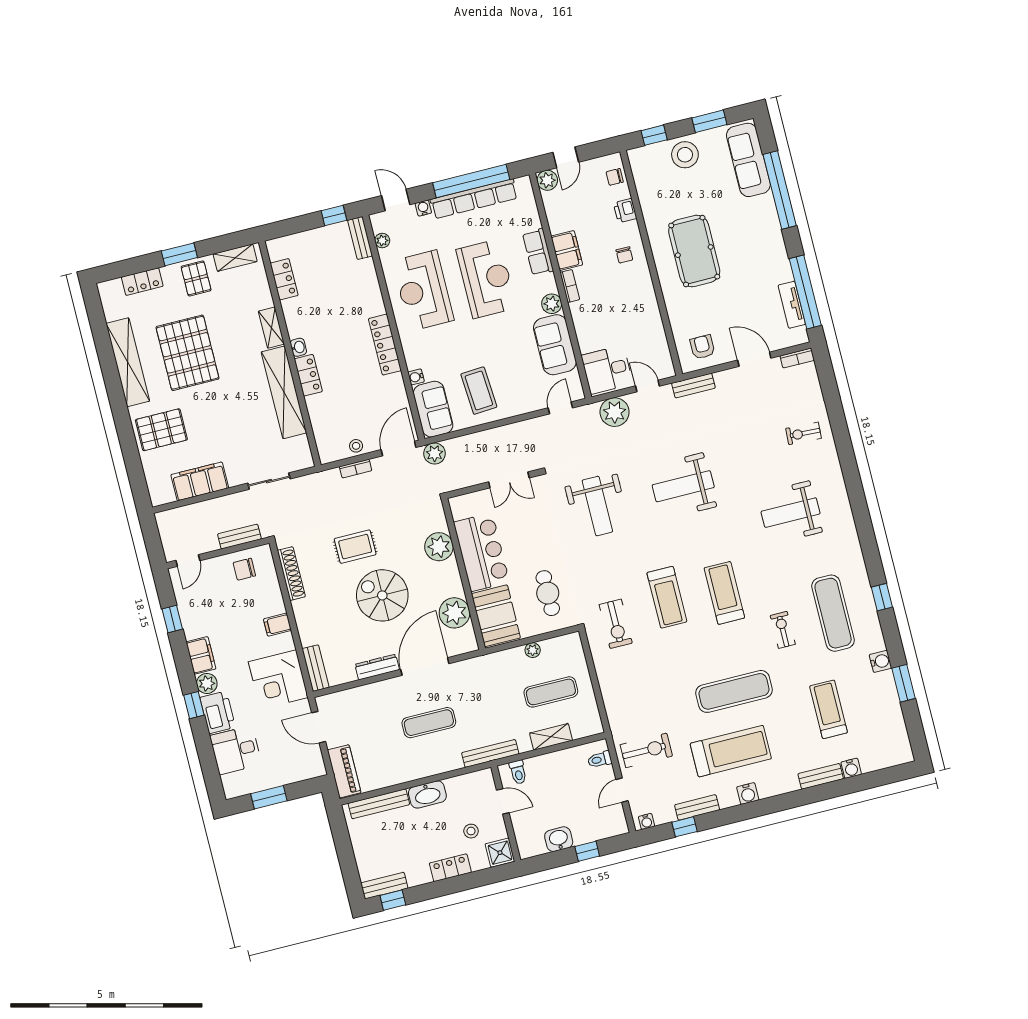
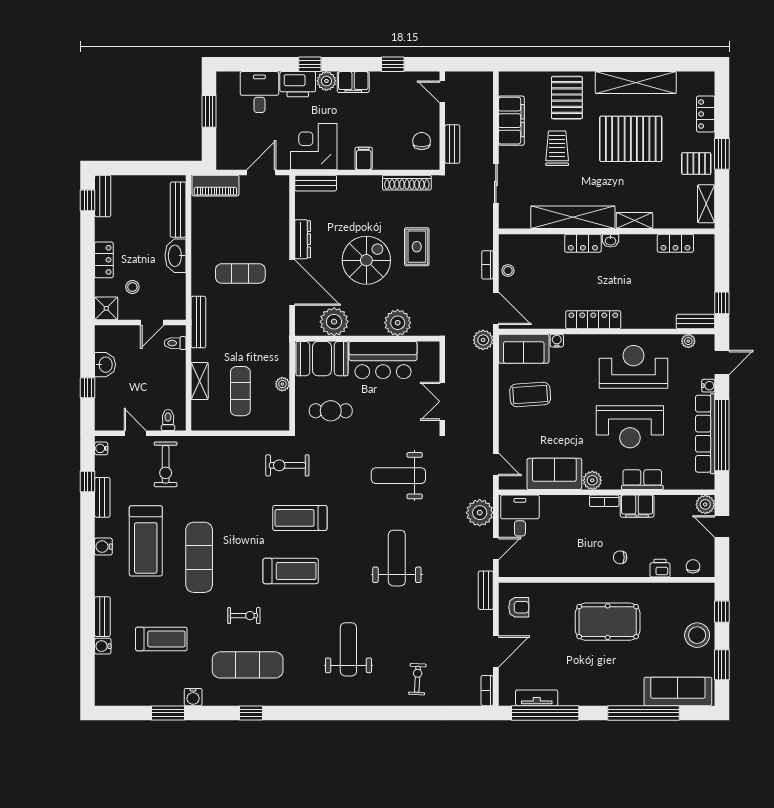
trolley: (216, 427) -> (557, 148), added
exercise mat: (429, 723) -> (240, 273), turned 90

